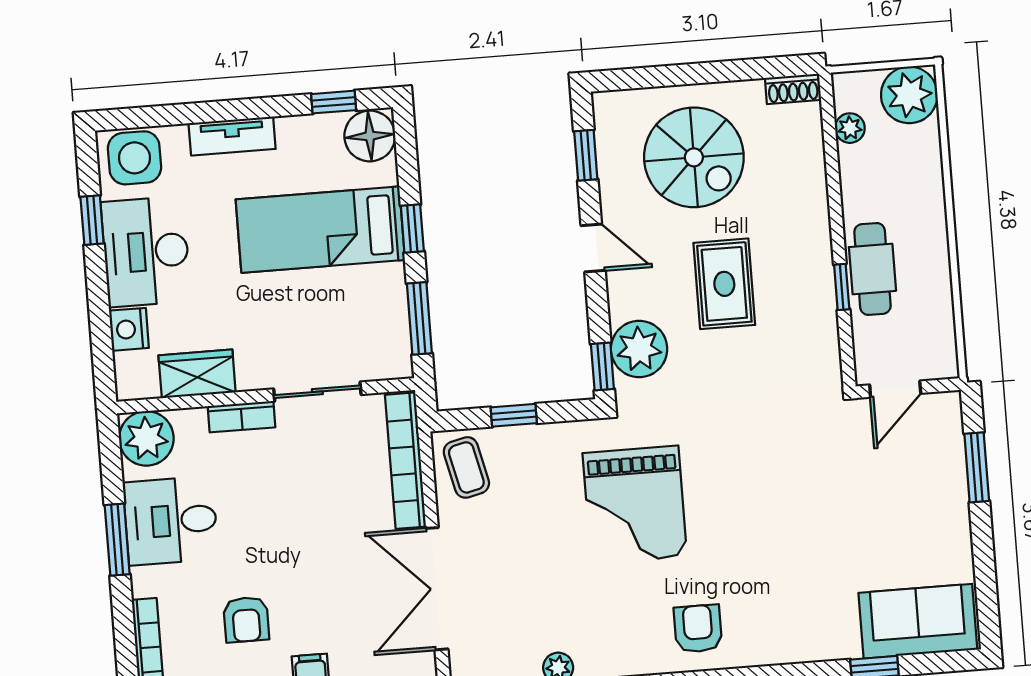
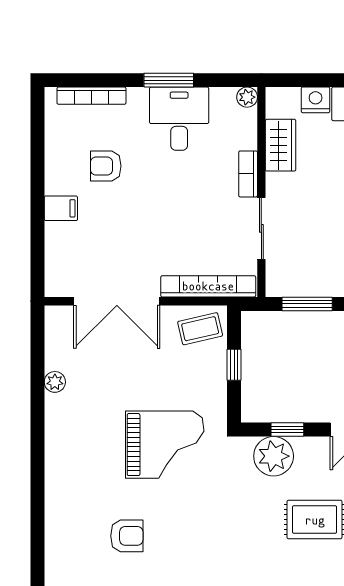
window: (602, 367) -> (287, 430), moved
plant: (146, 438) -> (247, 97), width x0.53, depth x0.53
grand piano: (635, 505) -> (165, 445), turned 180
double door: (437, 589) -> (117, 301), swing flipped
armchair: (698, 629) -> (127, 536), moved

